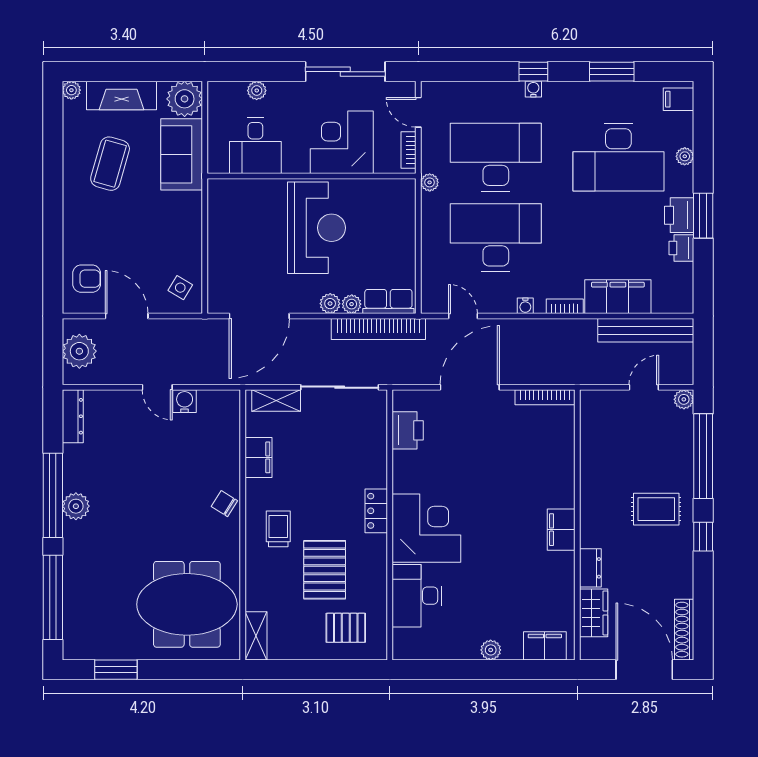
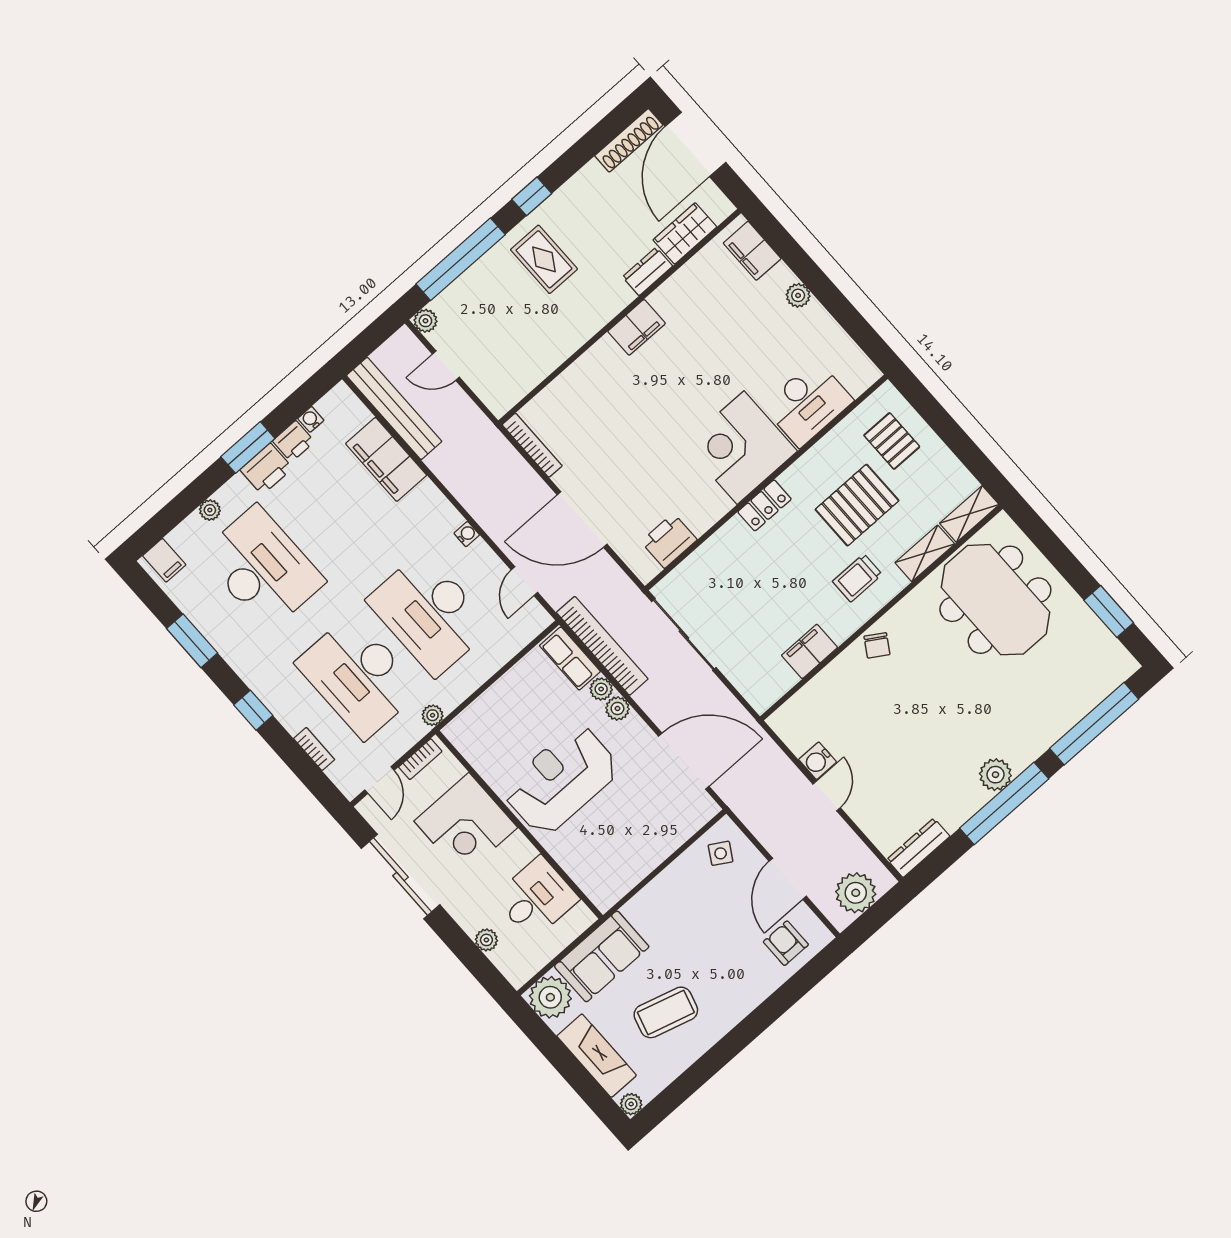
water cooler: (533, 89) -> (311, 419), moved, turned 90
bookcase: (565, 306) -> (314, 749), moved, turned 180
shelving: (276, 400) -> (925, 553), moved, turned 90

